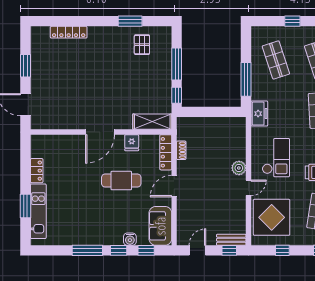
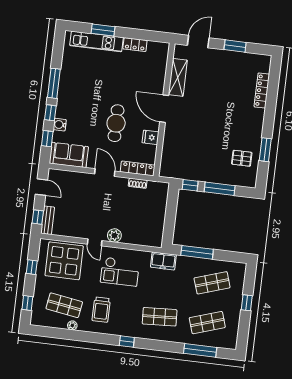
shelving: (152, 122) -> (178, 77), moved

